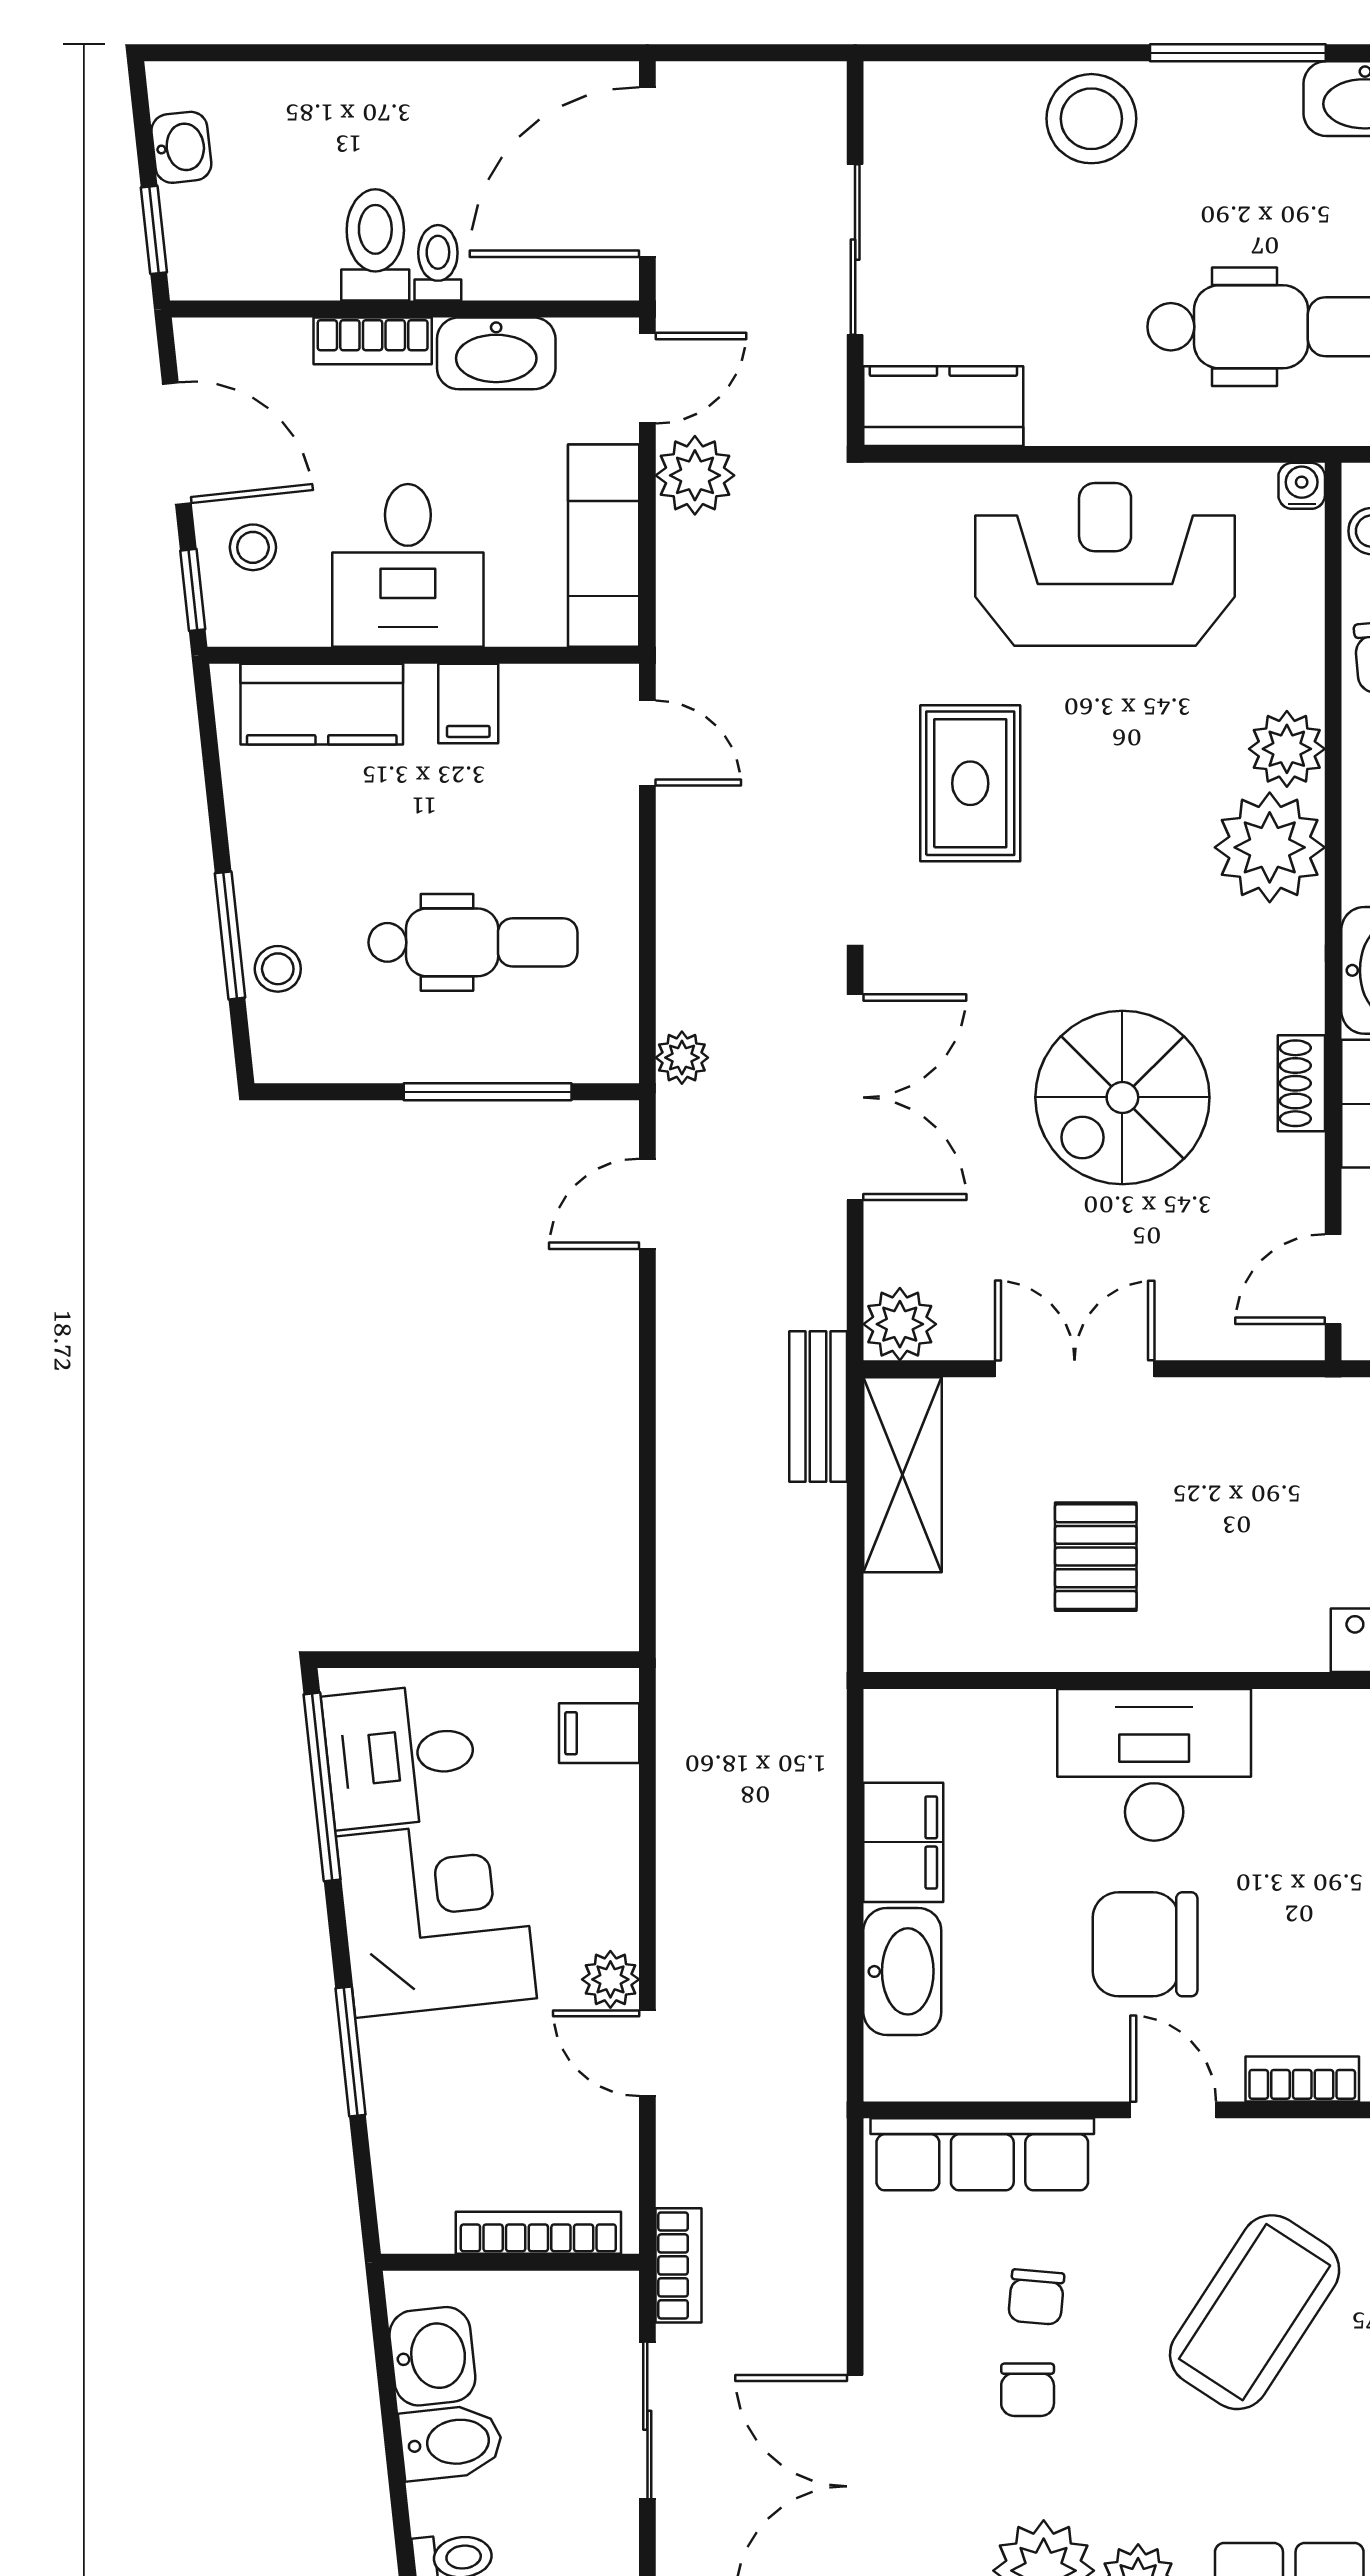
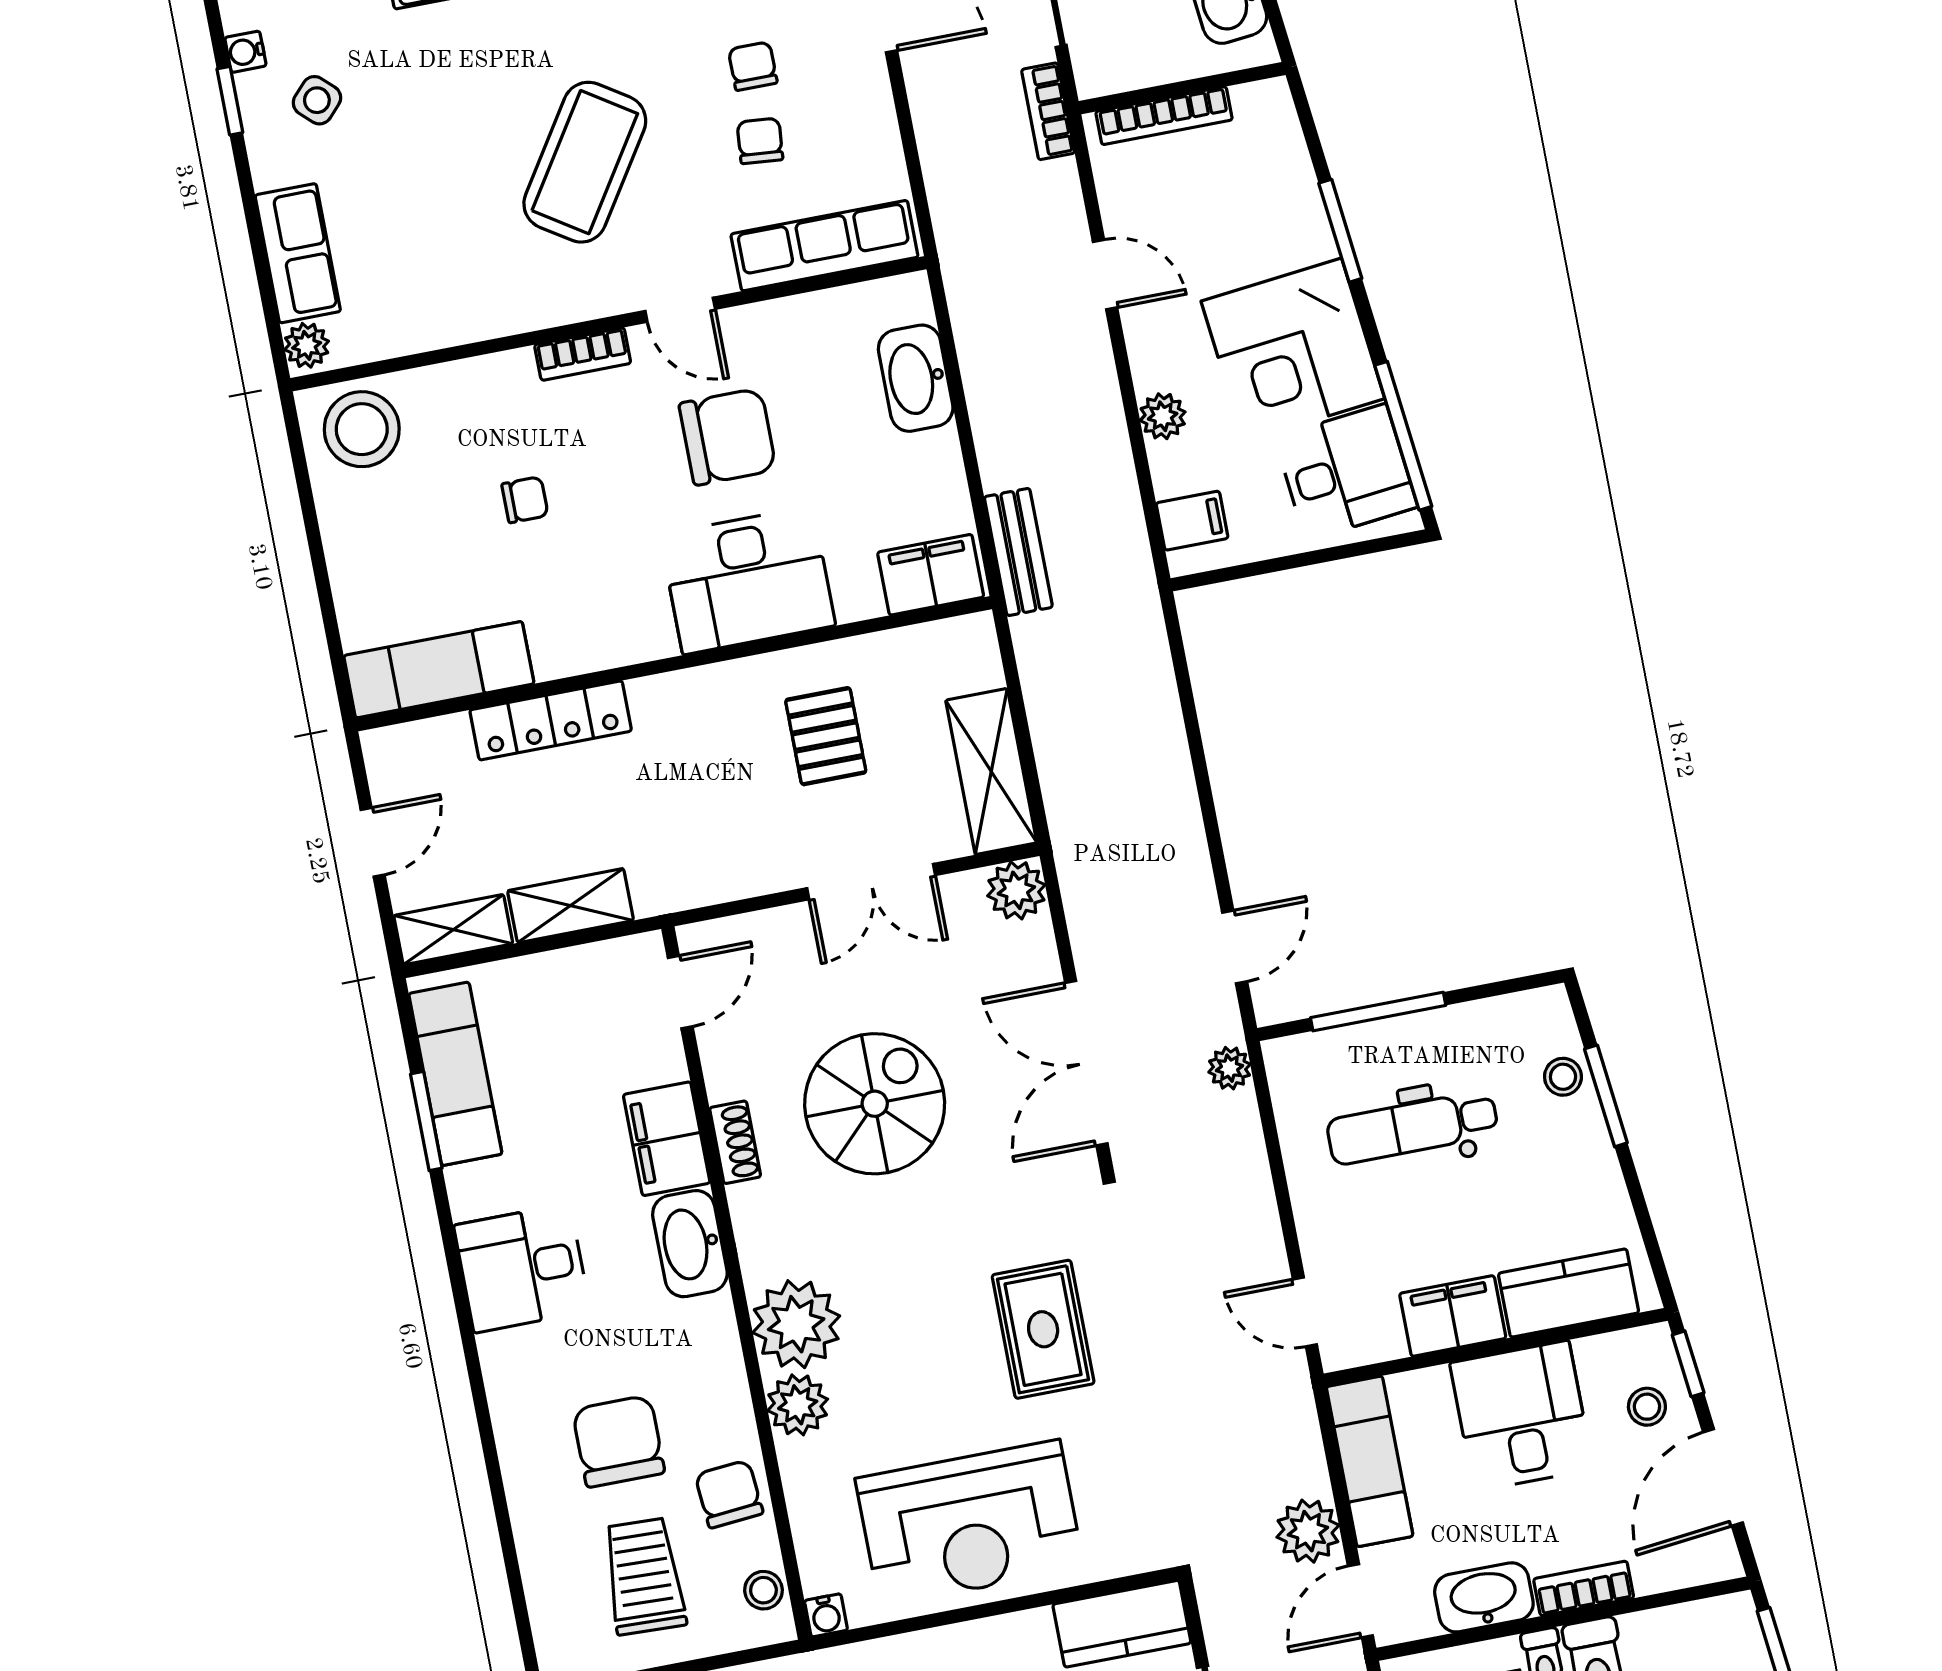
door: (177, 443) -> (1723, 1477), hinge flipped
filing cabinet: (468, 704) -> (1453, 1316), width x2.00
bench: (818, 1406) -> (1018, 552), moved
filing cabinet: (903, 1842) -> (931, 575), moved, turned 90
plant: (610, 1979) -> (1163, 416), moved

